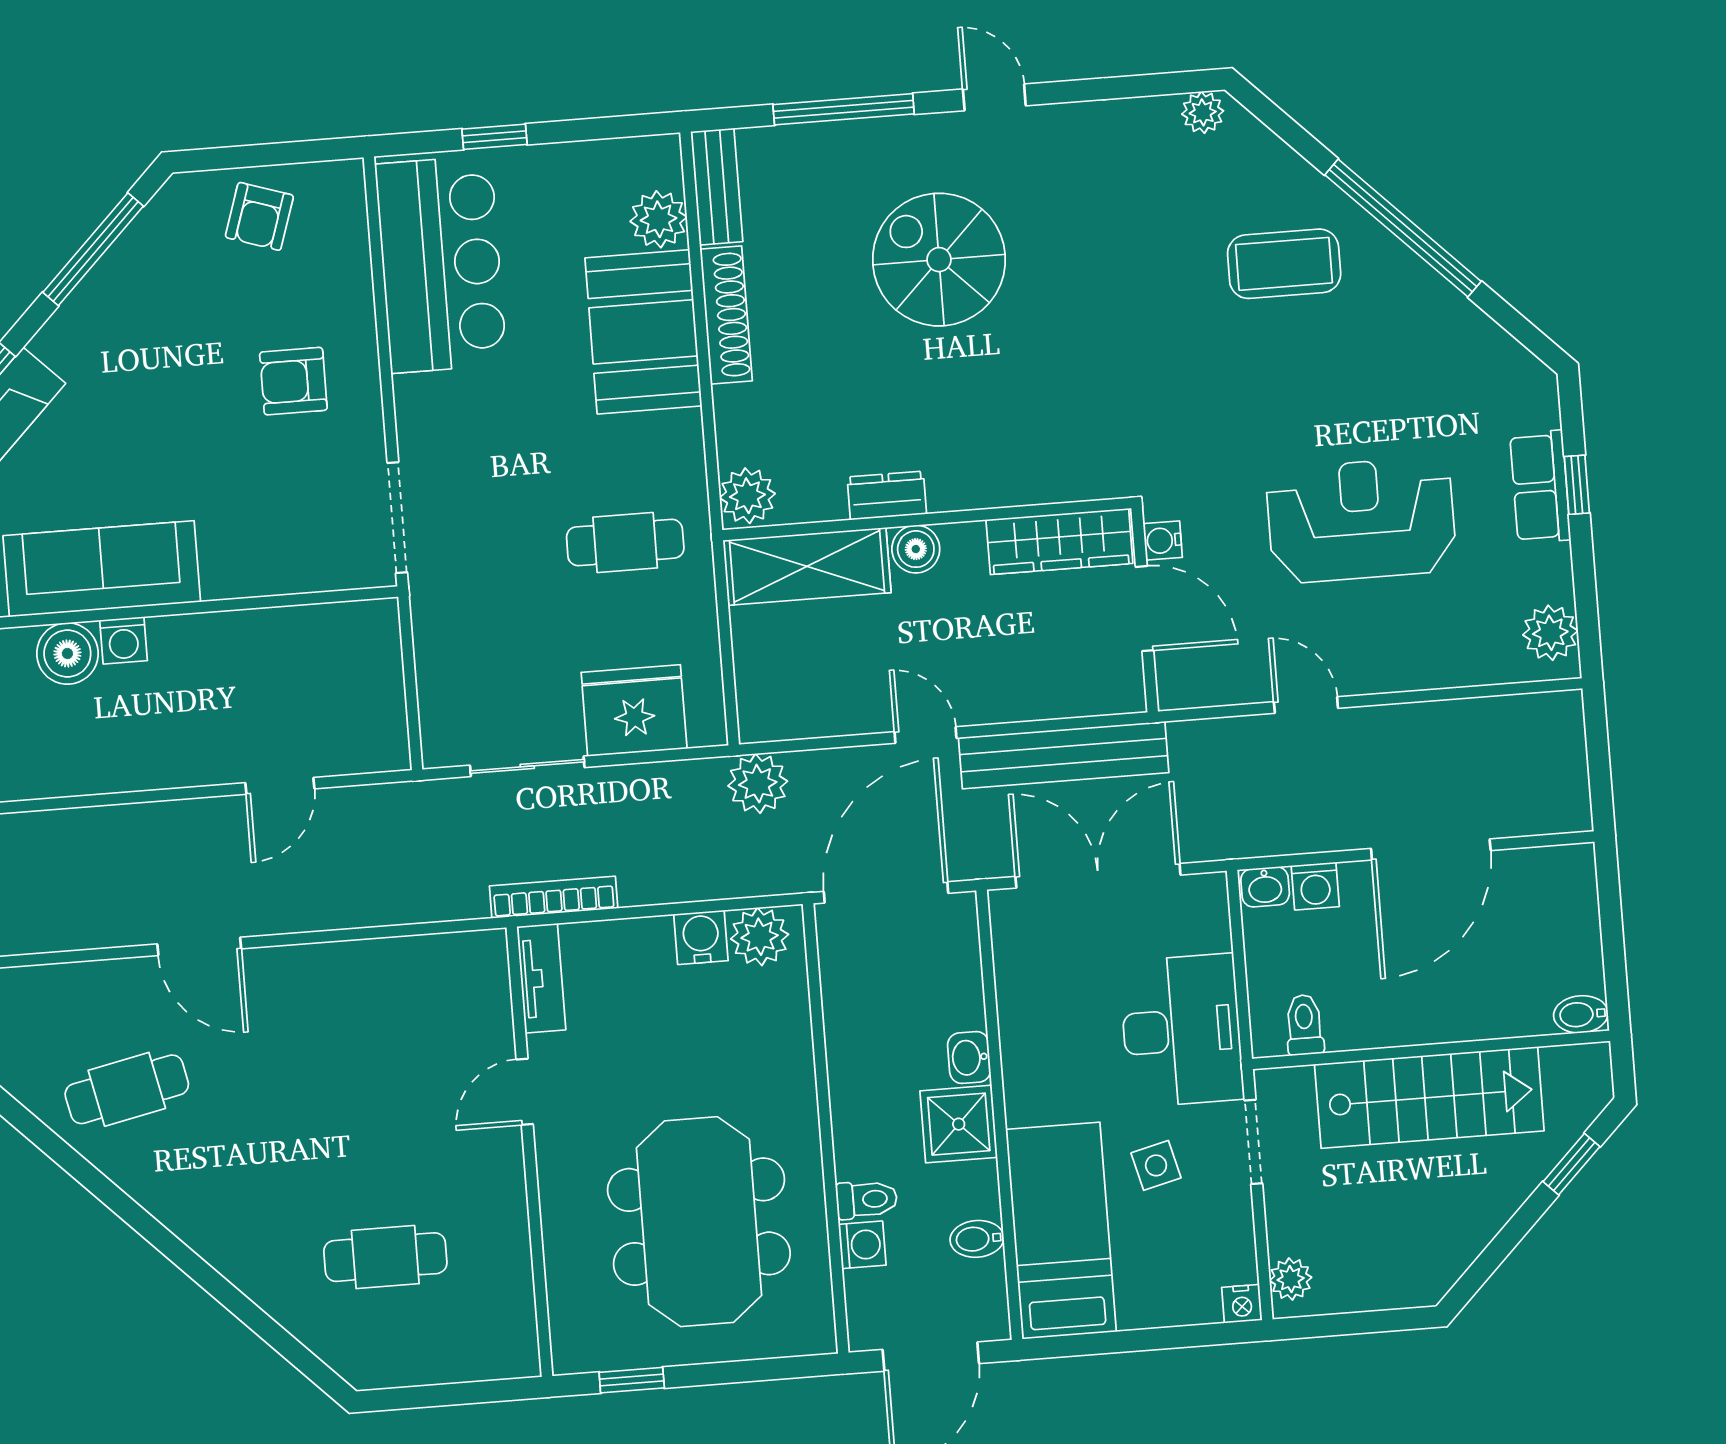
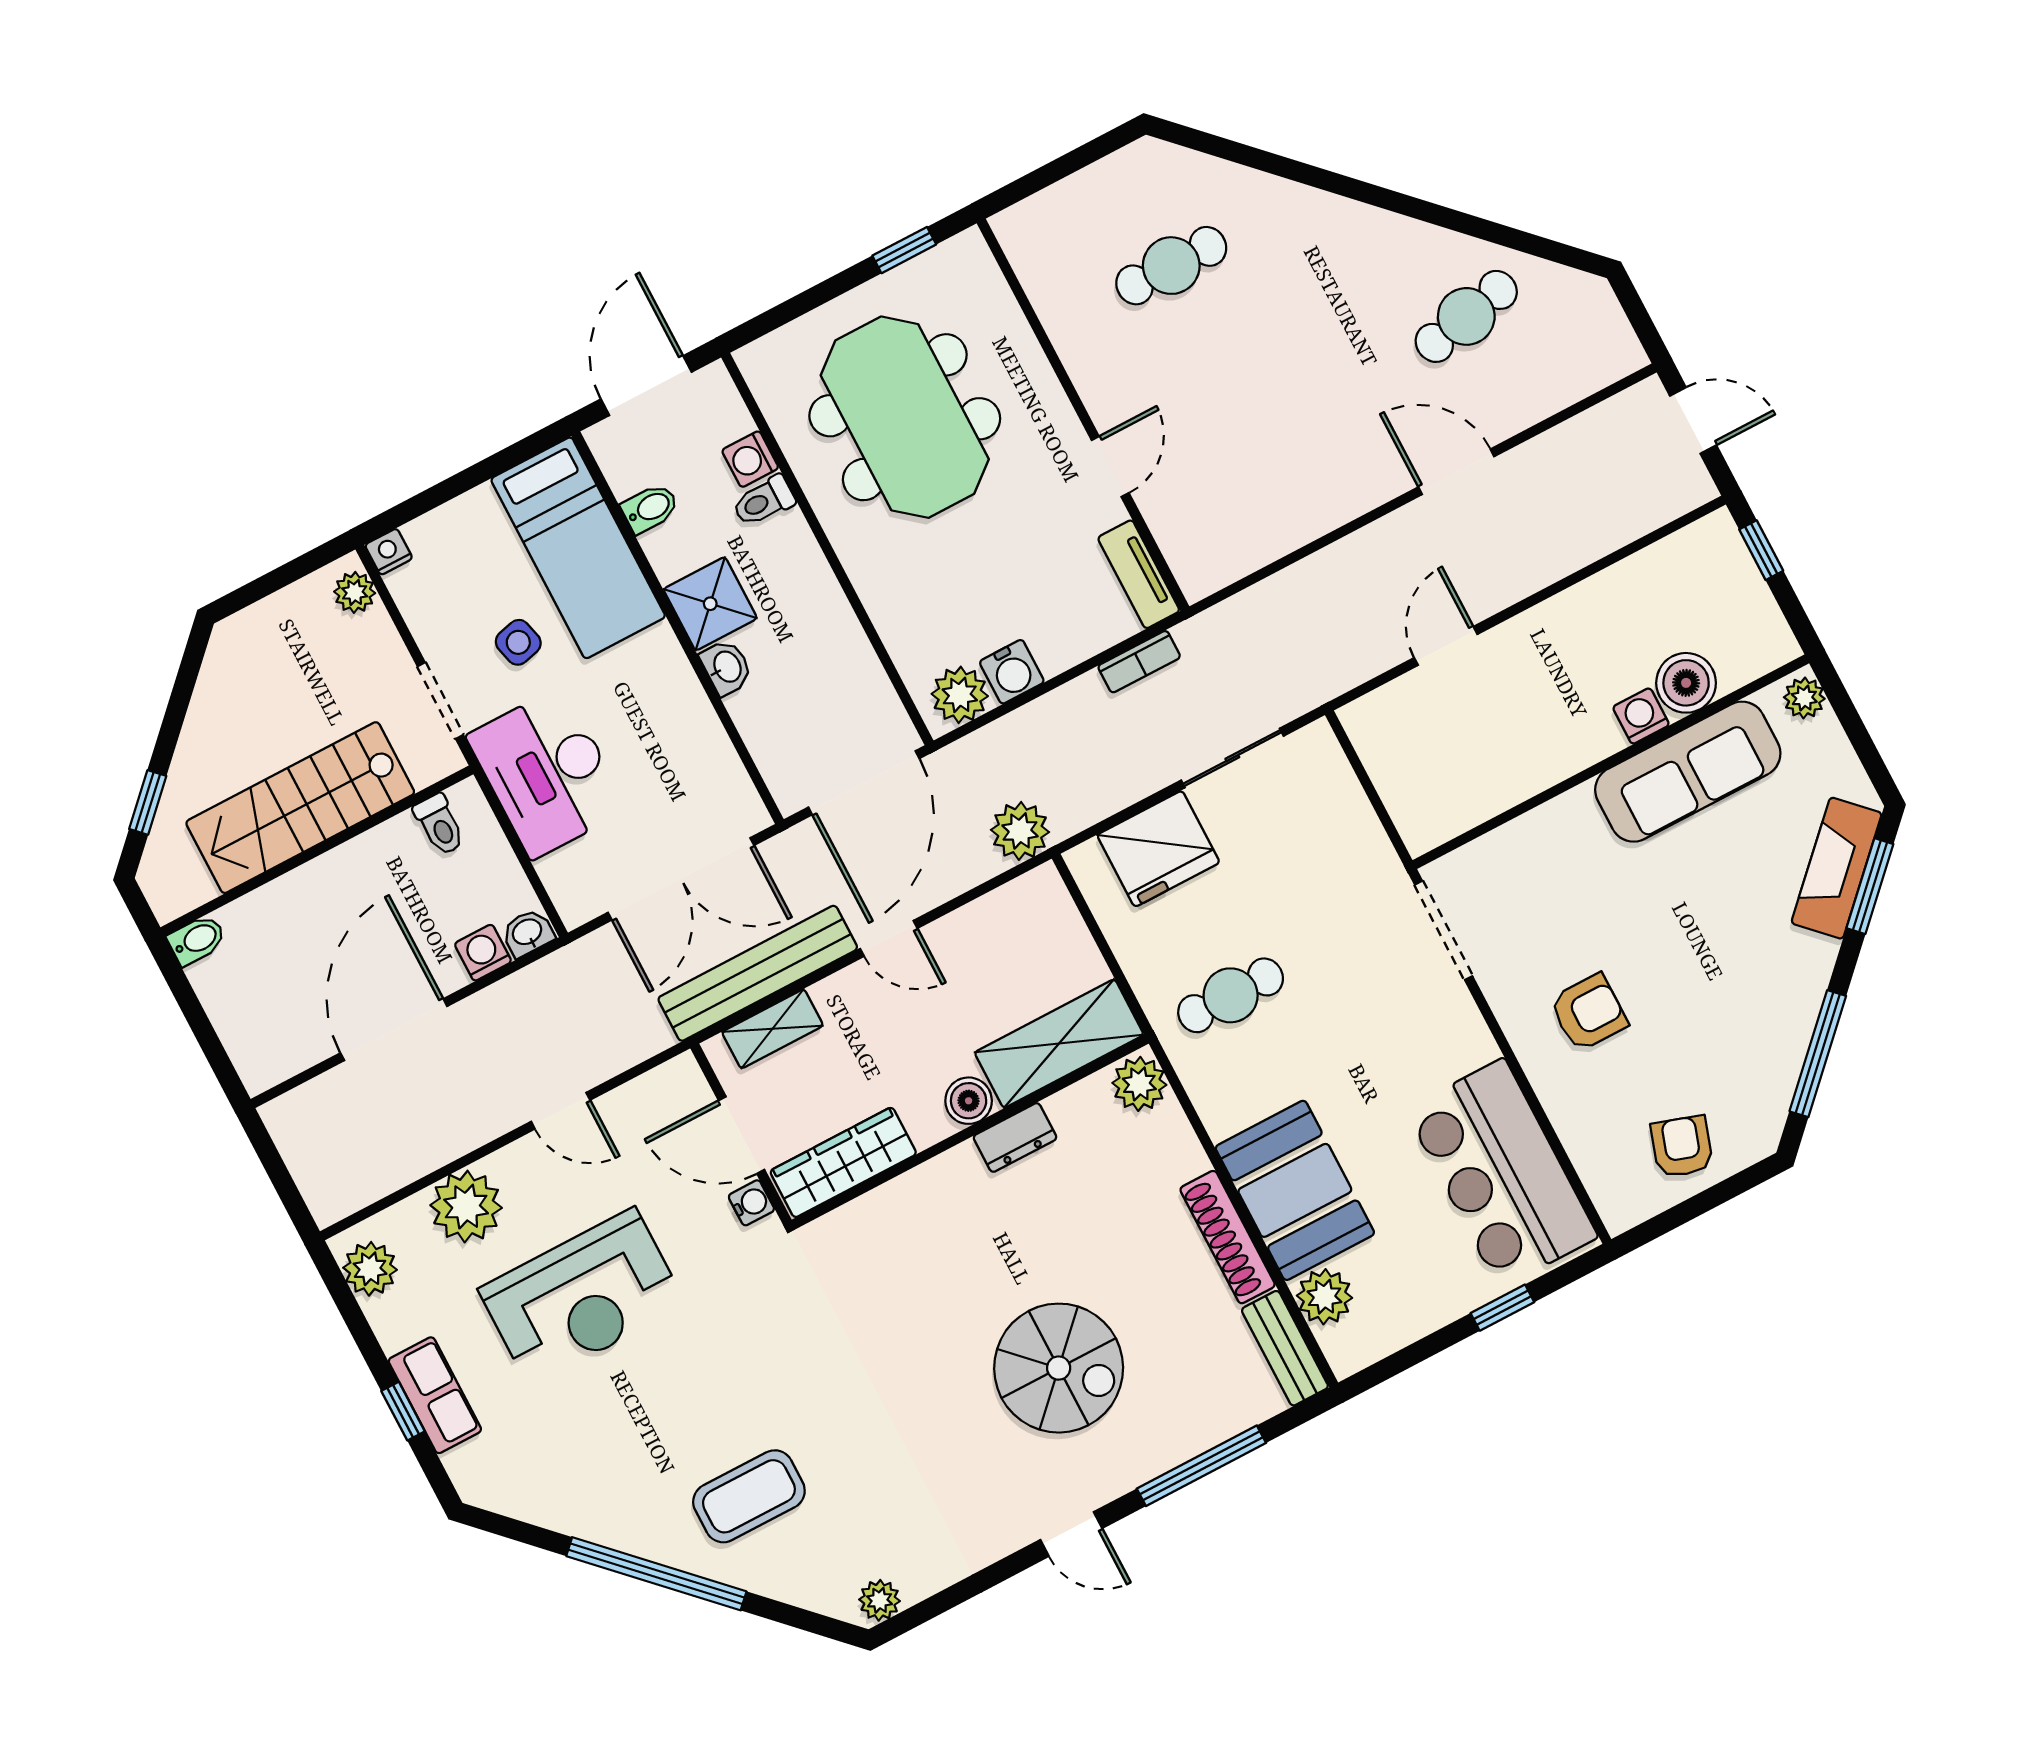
plant: (1434, 653) -> (466, 1207), added
shelving: (1072, 697) -> (773, 1029), added
bookcase: (554, 897) -> (1139, 662), width x0.64

